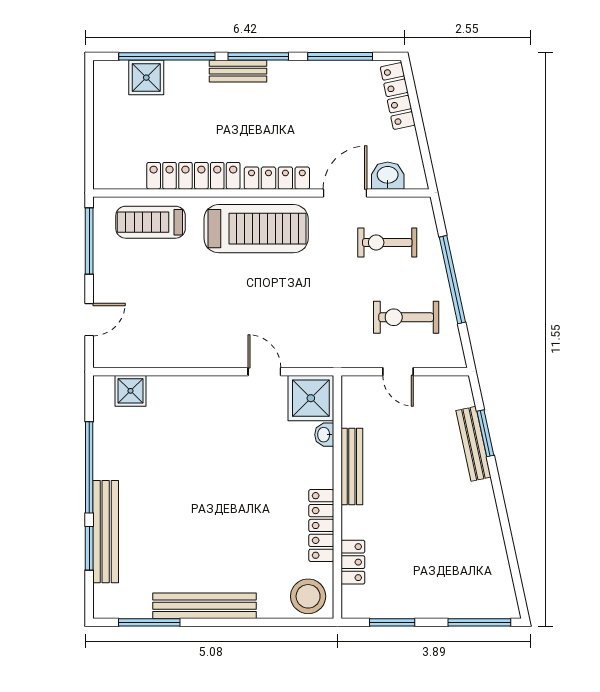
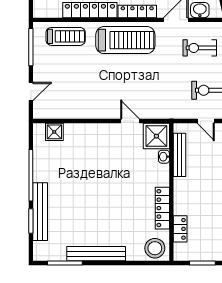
treadmill: (151, 222) -> (66, 36), turned 180
bench: (352, 466) -> (180, 155), moved

